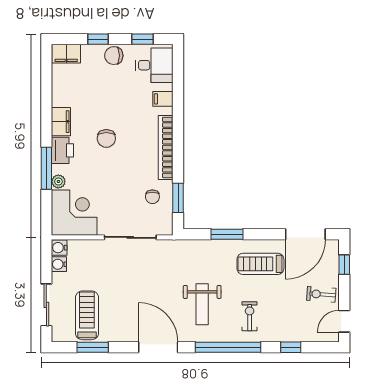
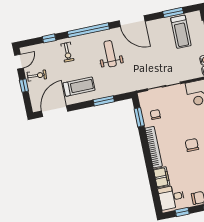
filing cabinet: (163, 99) -> (162, 177), width x2.00
window: (344, 265) -> (24, 86), moved
exercise bike: (250, 316) -> (67, 52), moved

